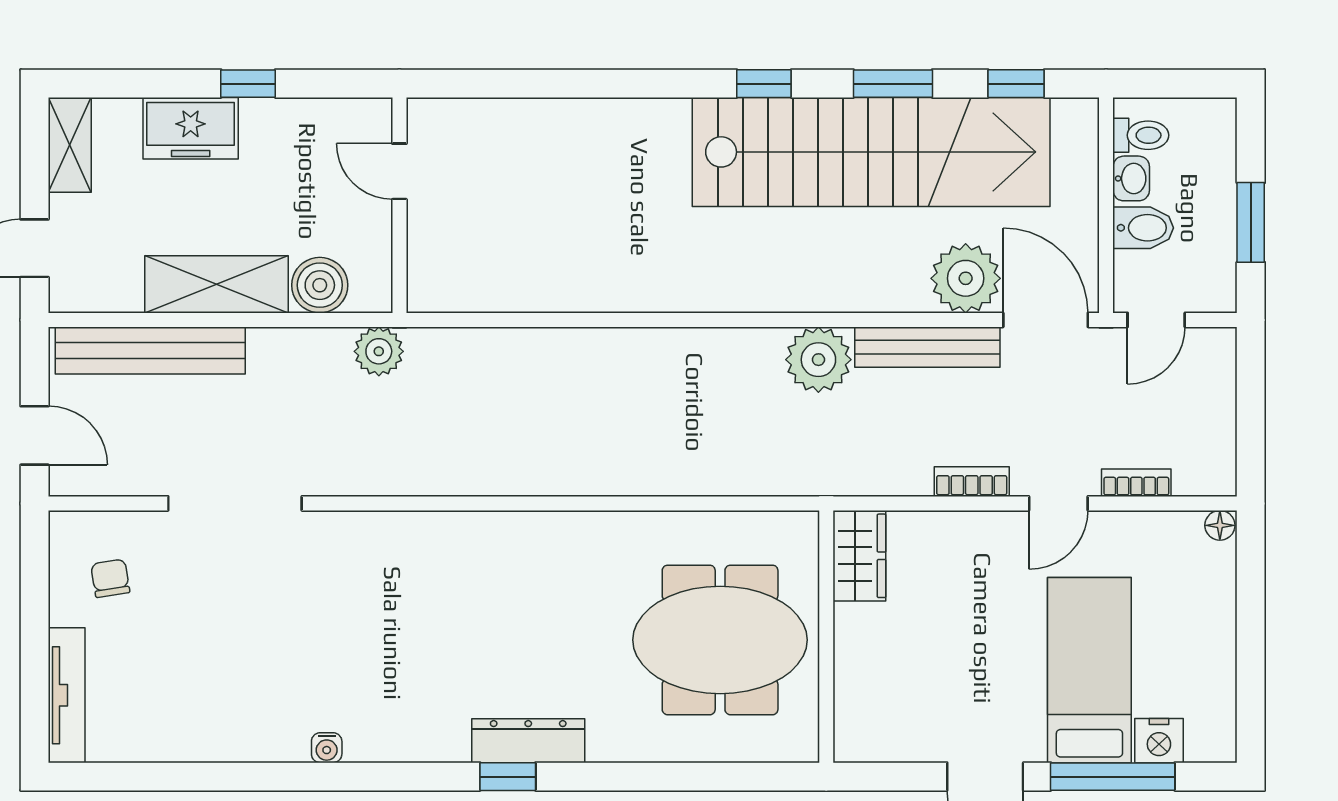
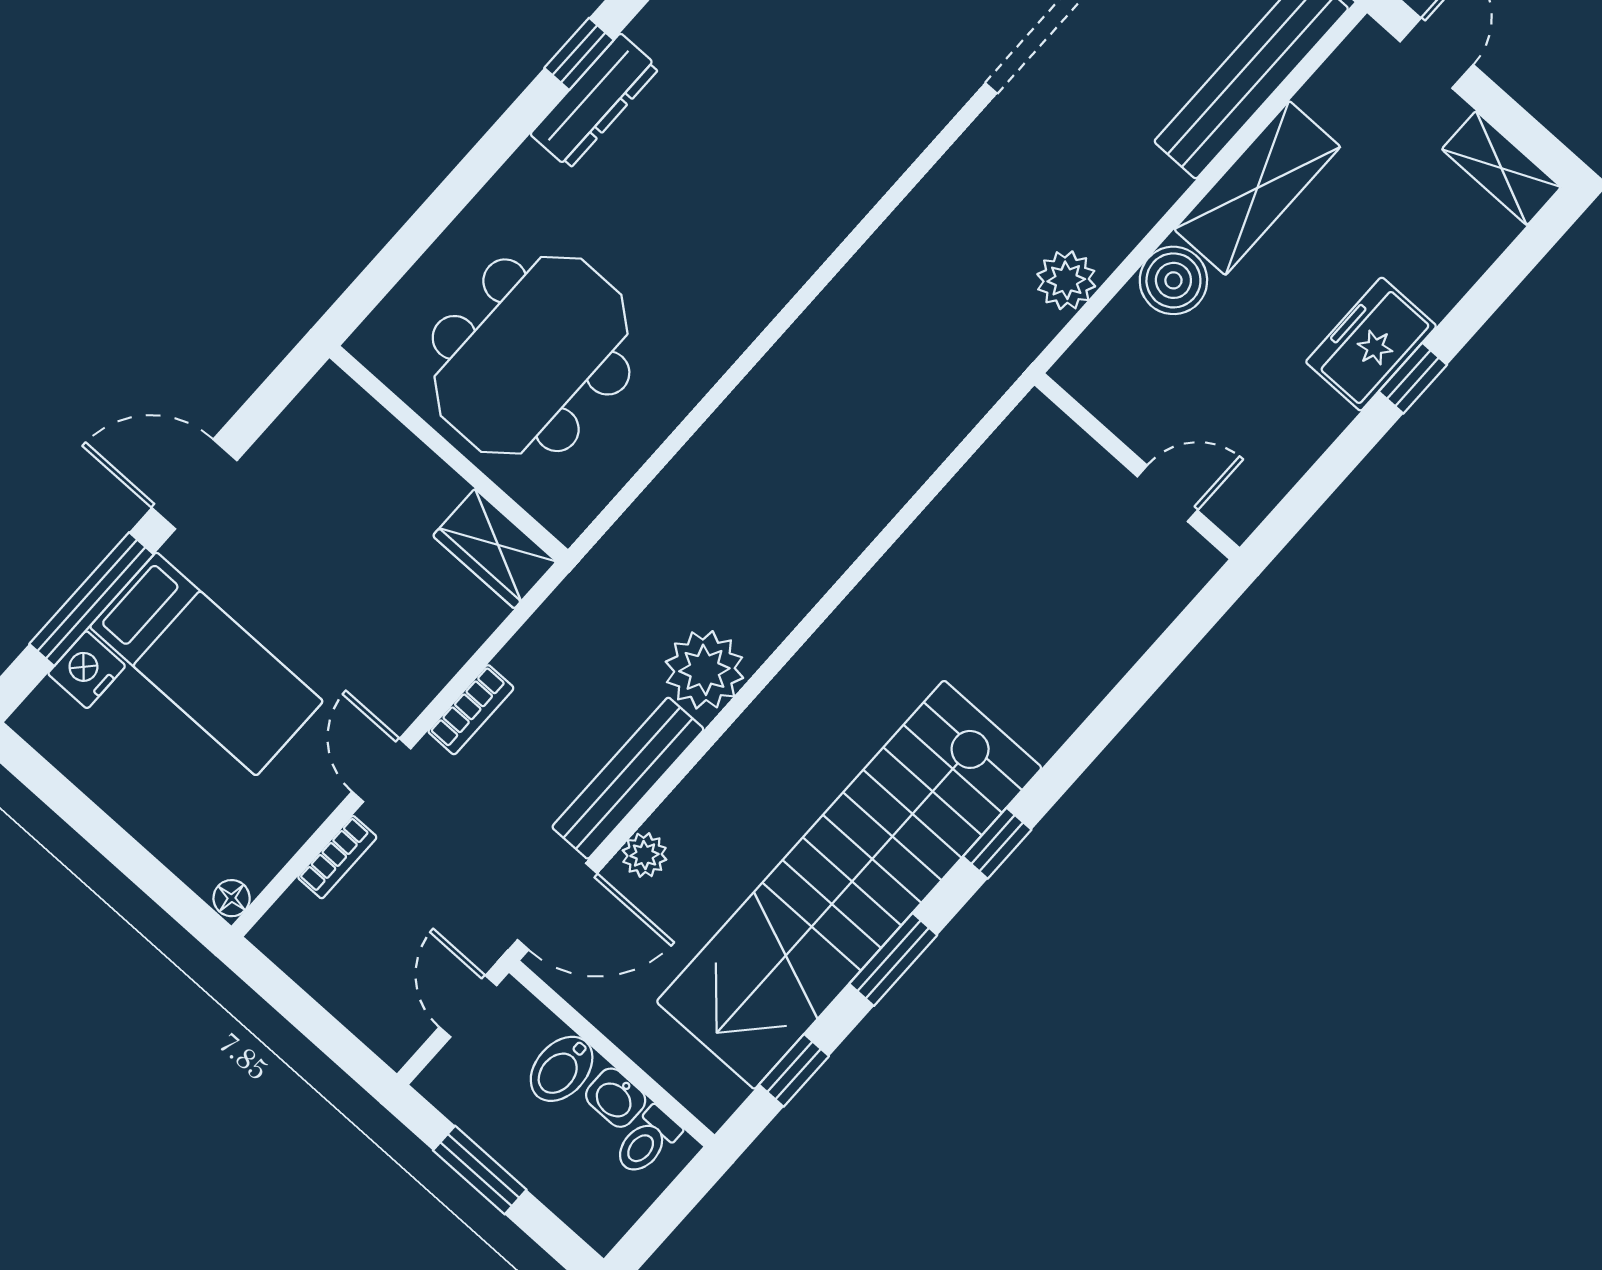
freezer: (191, 128) -> (1371, 344), moved
door: (399, 171) -> (1167, 493), moved
wall: (399, 205) -> (1137, 466), moved
plant: (966, 278) -> (645, 855), width x0.53, depth x0.53

